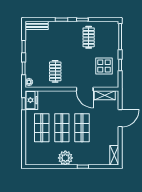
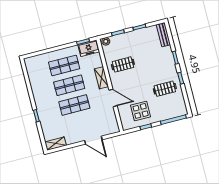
door: (85, 89) -> (113, 98), swing flipped
shelving: (105, 95) -> (101, 78), moved
plant: (65, 158) -> (41, 96), removed

